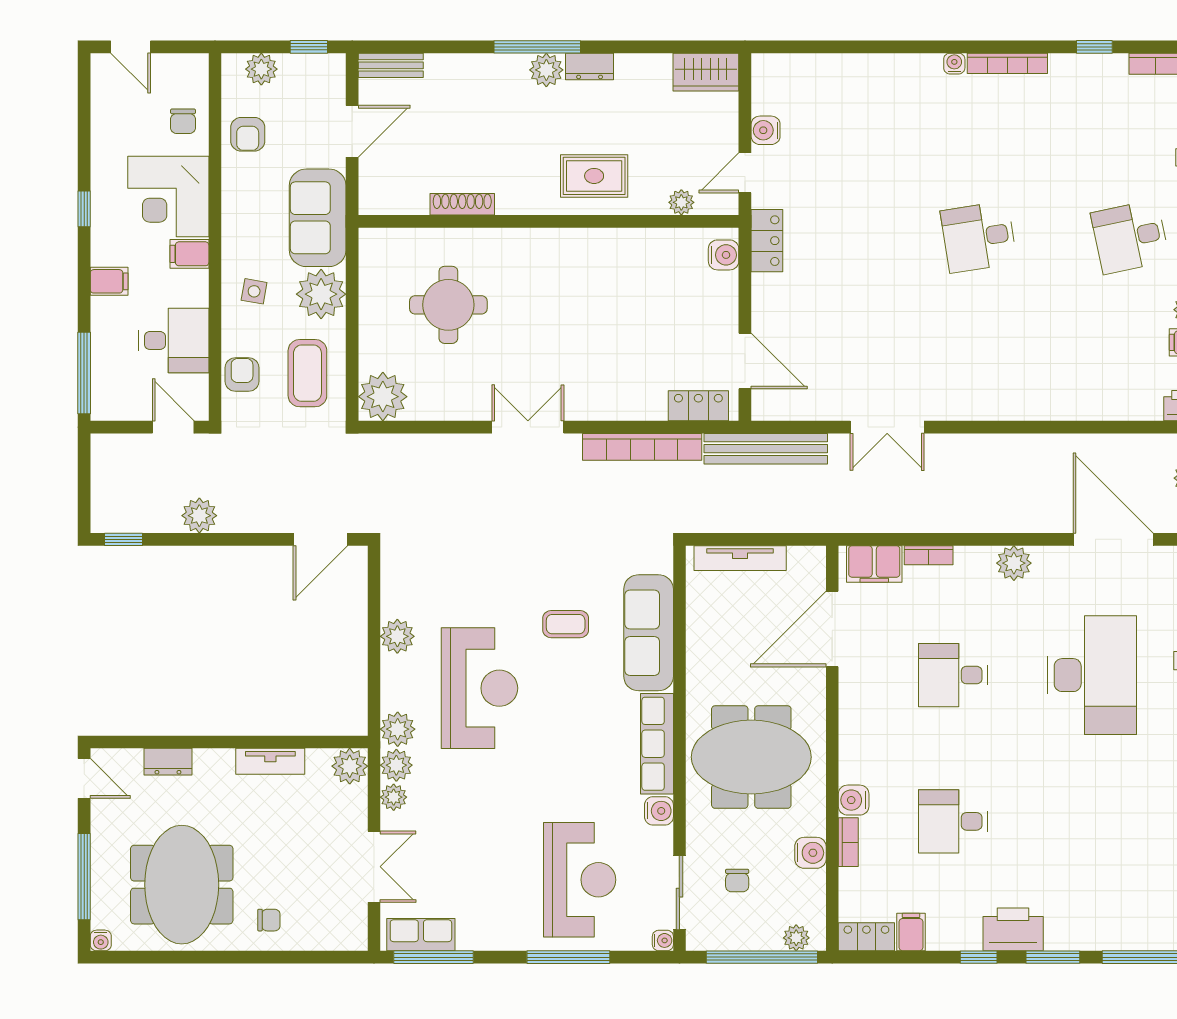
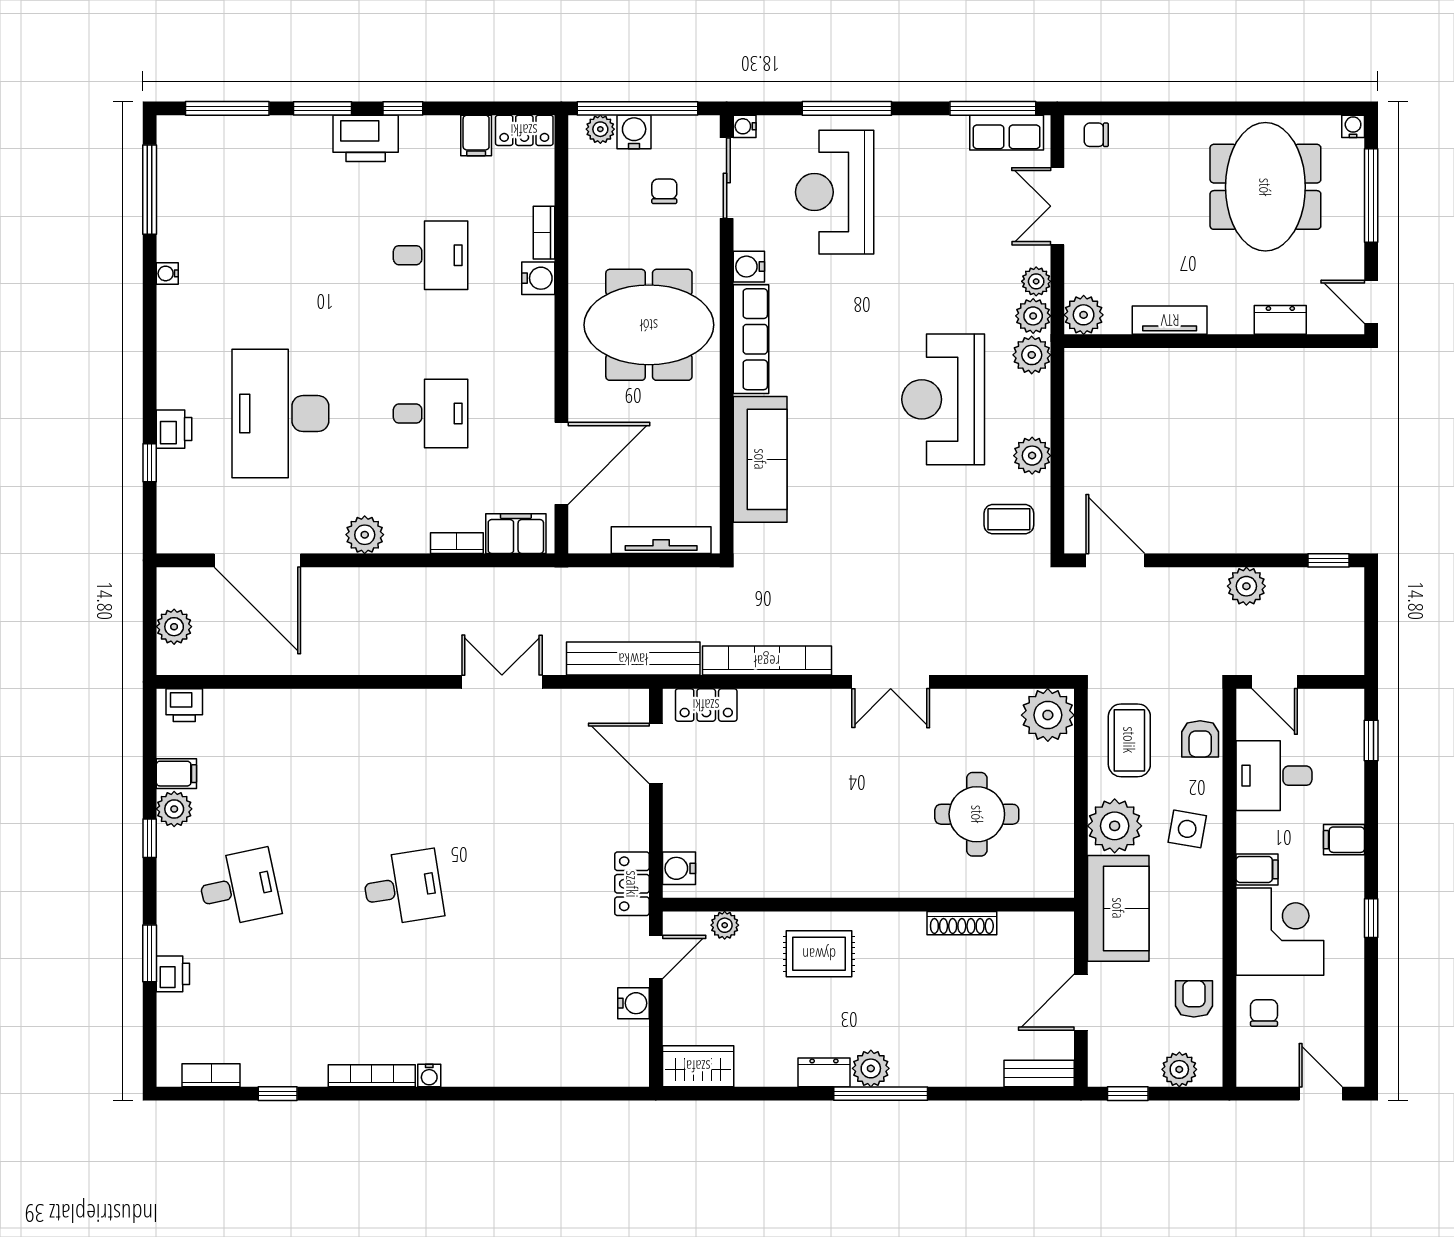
side table: (254, 291) -> (1187, 829), width x1.37, depth x1.37
window: (84, 373) -> (1371, 741), width x0.46
door: (320, 539) -> (1115, 560), hinge flipped
coffee table: (566, 624) -> (1009, 519), moved
water cooler: (810, 853) -> (634, 132), moved, turned 90
chair: (269, 920) -> (1096, 135), moved

